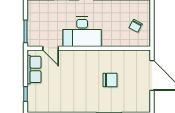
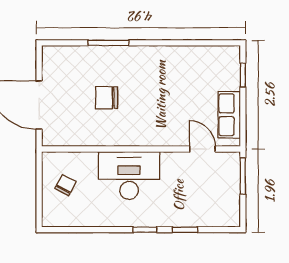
desk: (82, 32) -> (129, 175), moved

